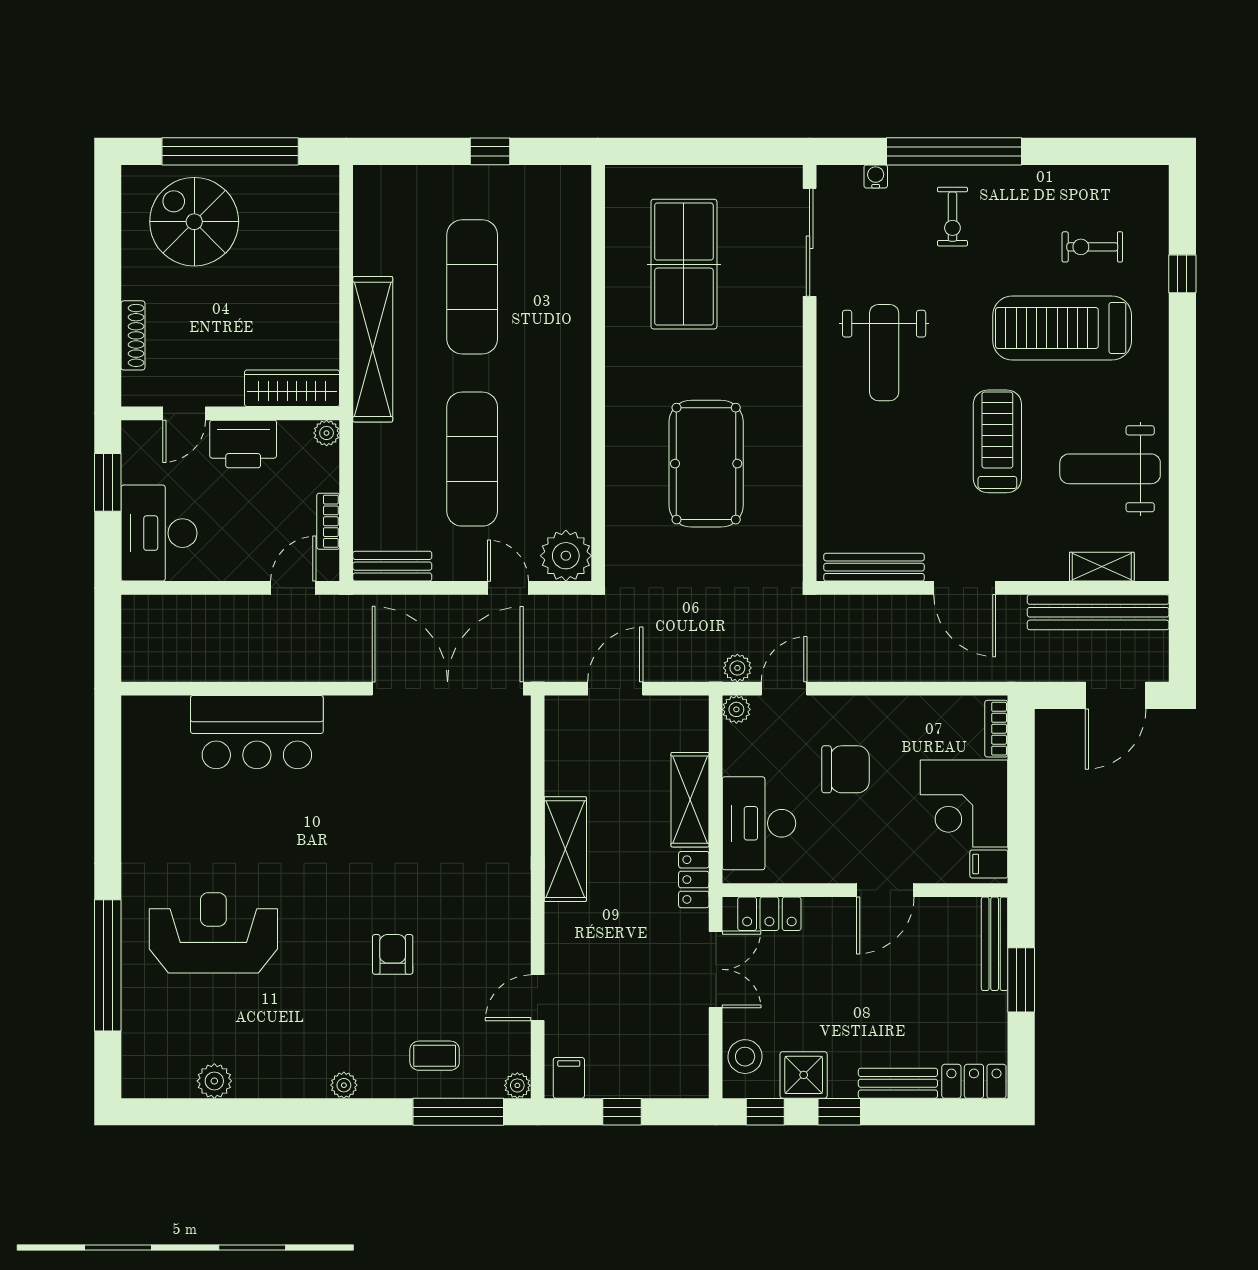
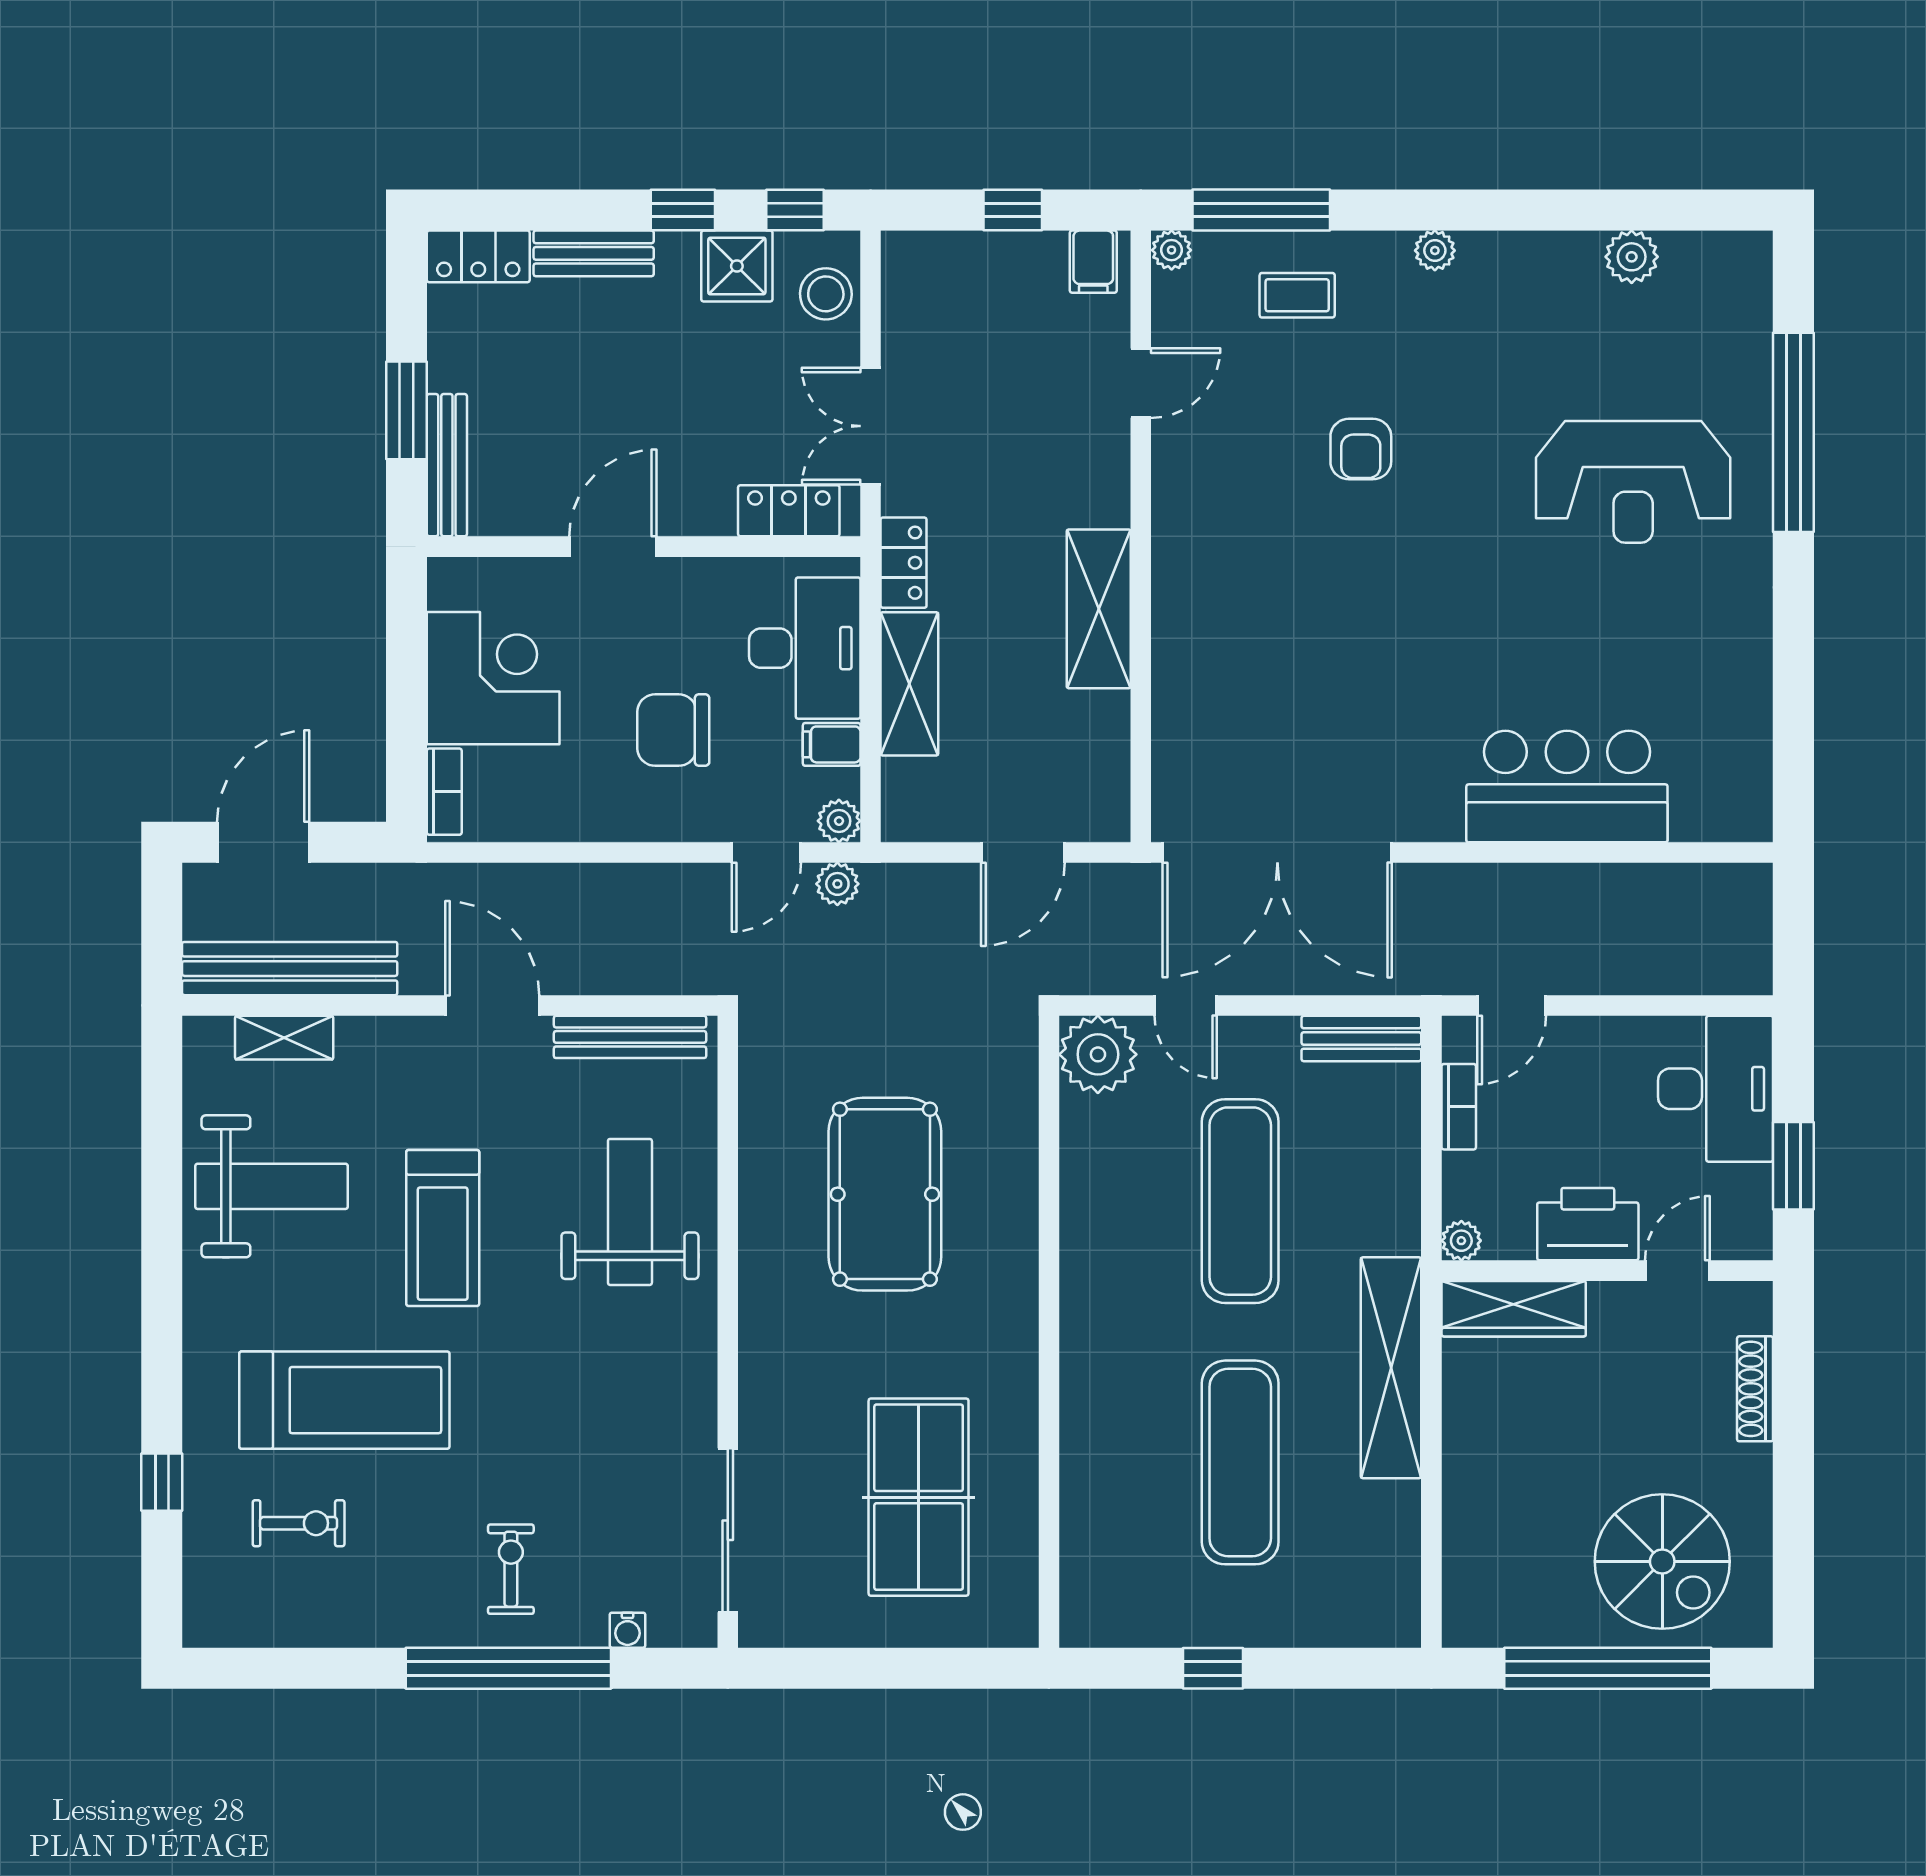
weight bench: (884, 353) -> (630, 1212), moved
filing cabinet: (989, 864) -> (832, 744), moved, turned 180

